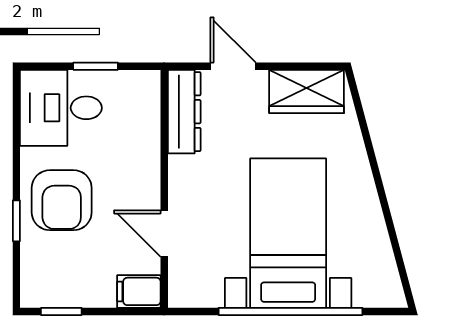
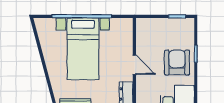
door: (164, 234) -> (134, 65), moved
filing cabinet: (139, 291) -> (145, 25), removed

